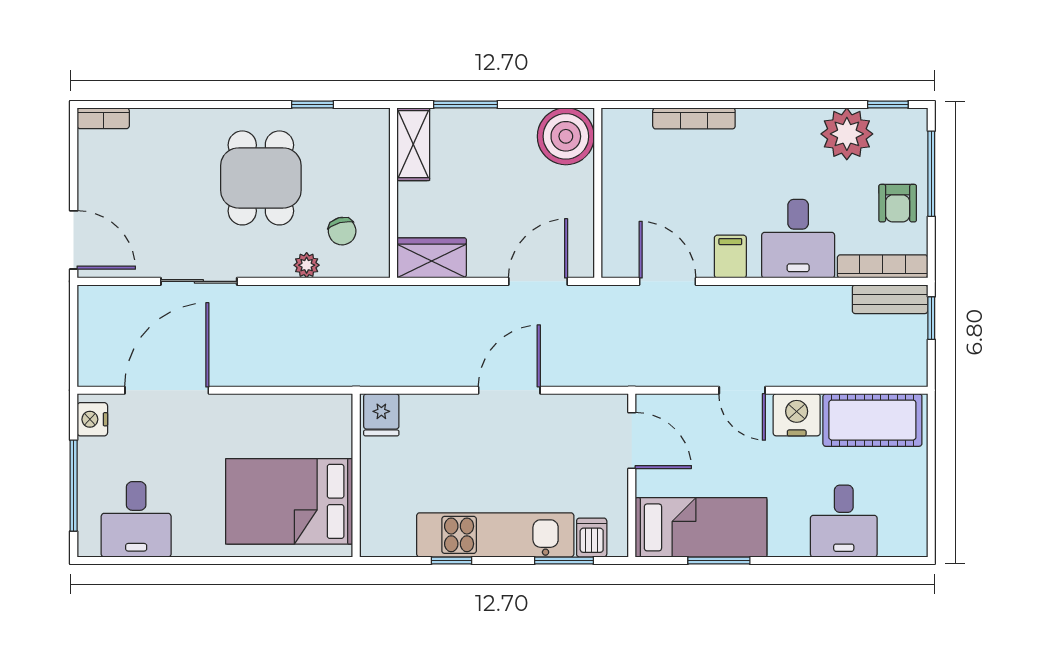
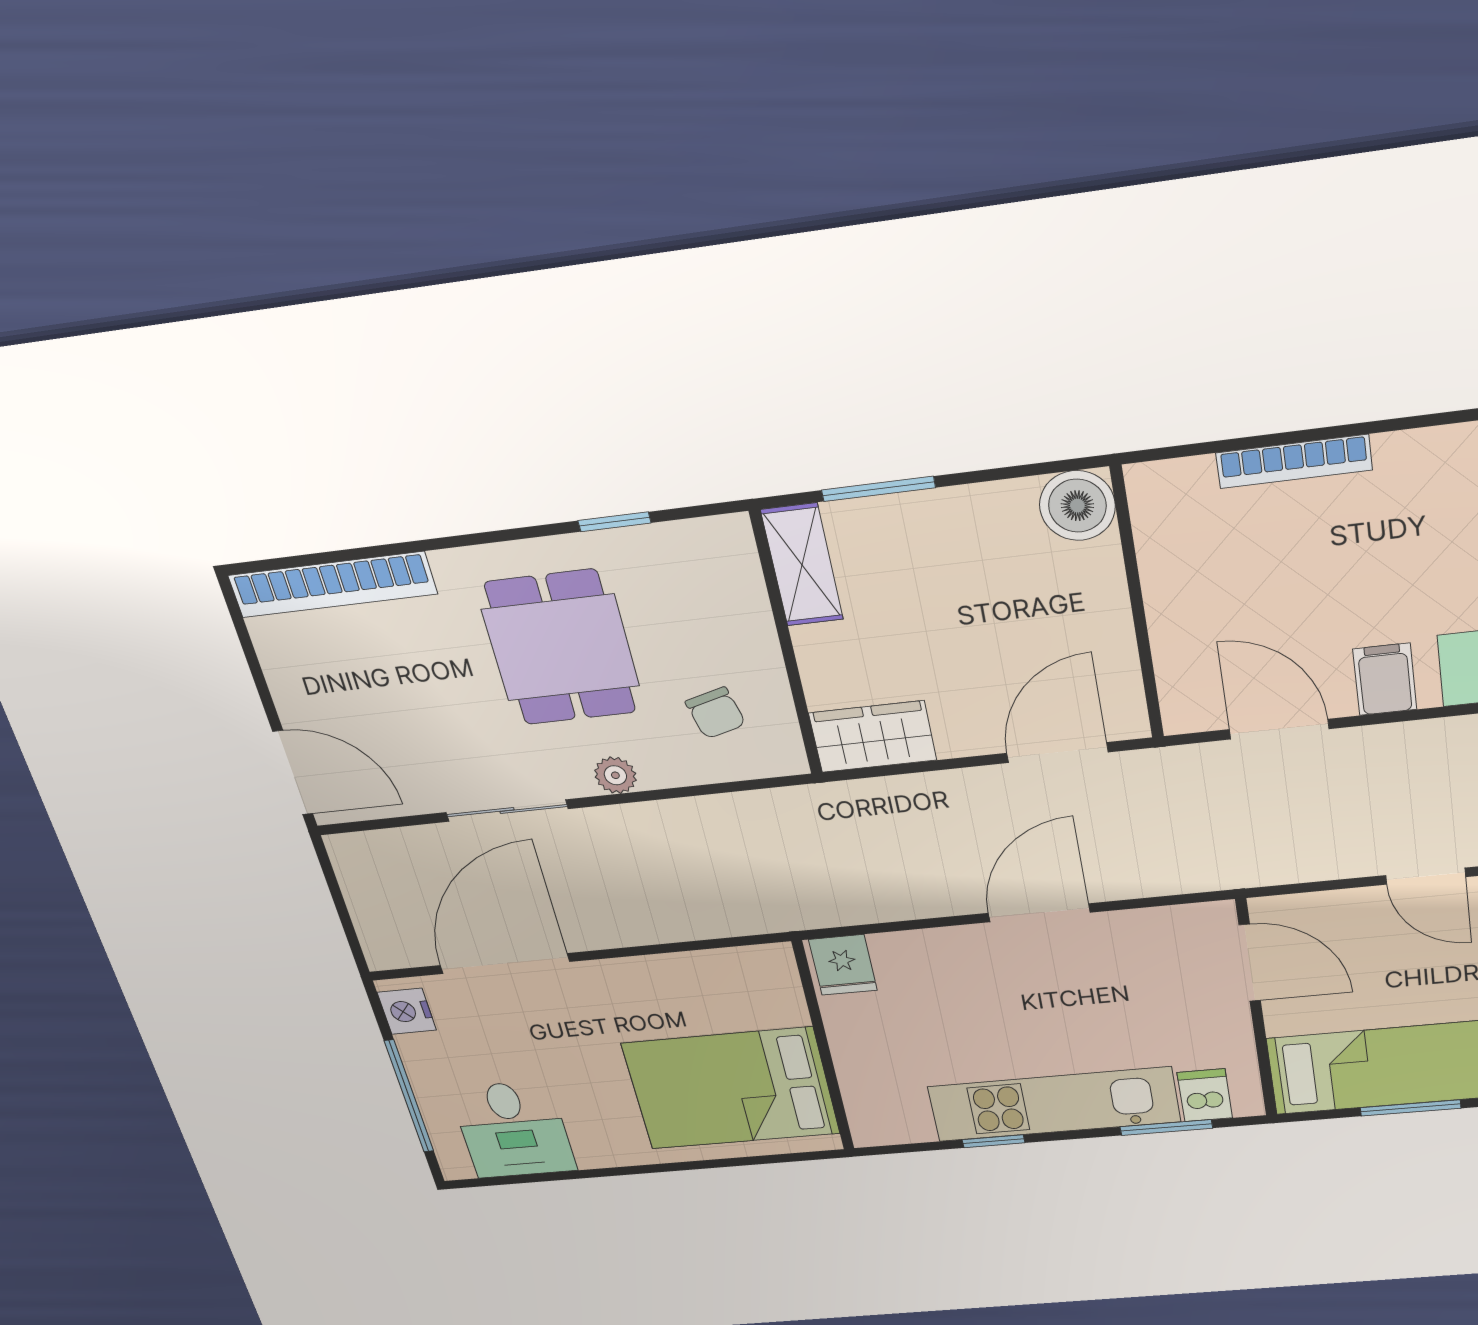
bookcase: (103, 118) -> (333, 585), width x2.31, depth x1.31
boiler: (566, 136) -> (1077, 506), width x0.73, depth x0.73
plant: (307, 265) -> (615, 775), moved

